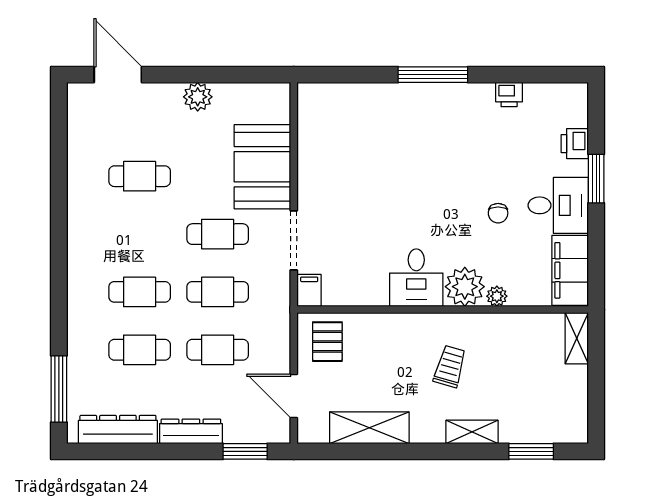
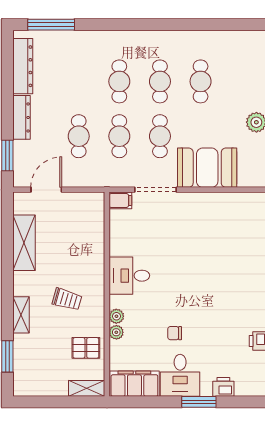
plant: (465, 287) -> (116, 316), width x0.53, depth x0.53
pallet: (327, 342) -> (86, 348), moved
cafe table: (140, 350) -> (160, 81), moved

